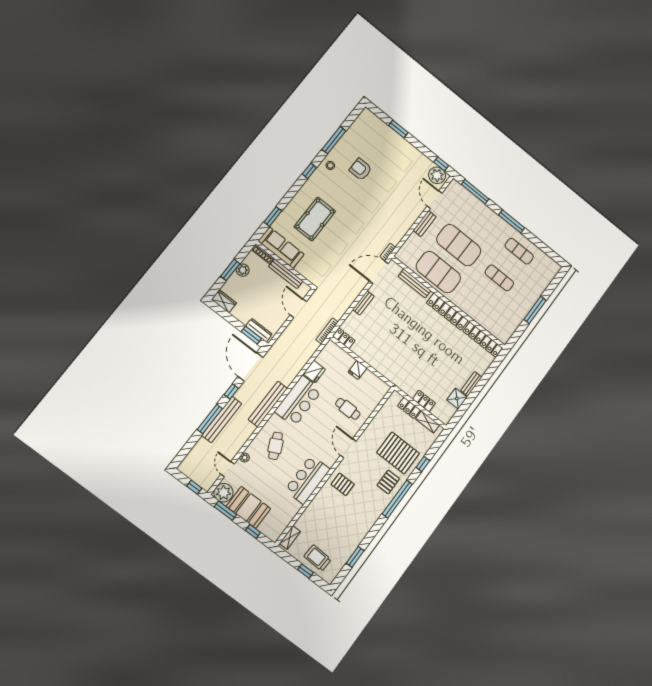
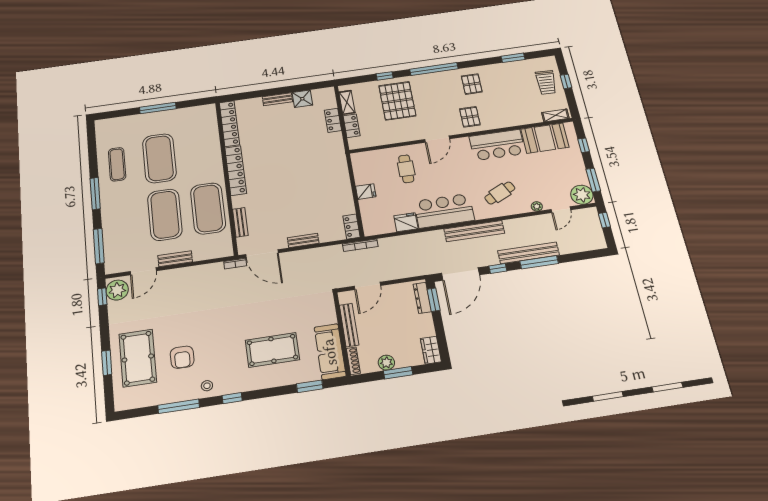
pool table: (384, 147) -> (138, 358), added
exercise mat: (499, 278) -> (159, 158), width x2.00, depth x1.45
bench: (415, 284) -> (240, 222), width x0.73
pallet: (388, 482) -> (472, 84), moved, turned 90
booth: (248, 507) -> (545, 138), moved, turned 90

